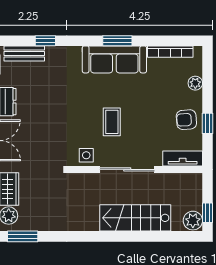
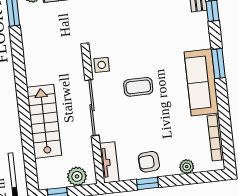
window: (117, 41) -> (218, 64), moved
armchair: (186, 120) -> (149, 162), turned -90
plant: (193, 221) -> (77, 176), moved

